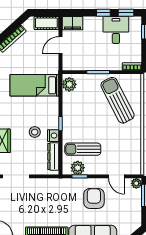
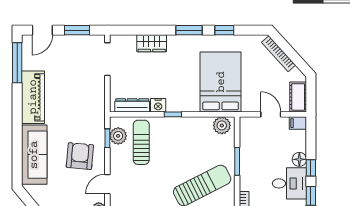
floor lamp: (97, 22) -> (299, 159), added
filing cabinet: (72, 23) -> (298, 123), width x0.50
bed: (34, 85) -> (221, 82), width x1.50
stool: (35, 132) -> (162, 82), removed
armchair: (94, 198) -> (80, 156), turned -85

